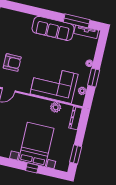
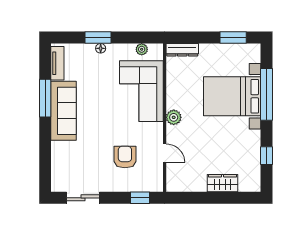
window: (77, 21) -> (45, 98), moved
window: (94, 78) -> (98, 38), moved
plant: (56, 107) -> (174, 117), moved
window: (32, 168) -> (267, 94), width x3.17

